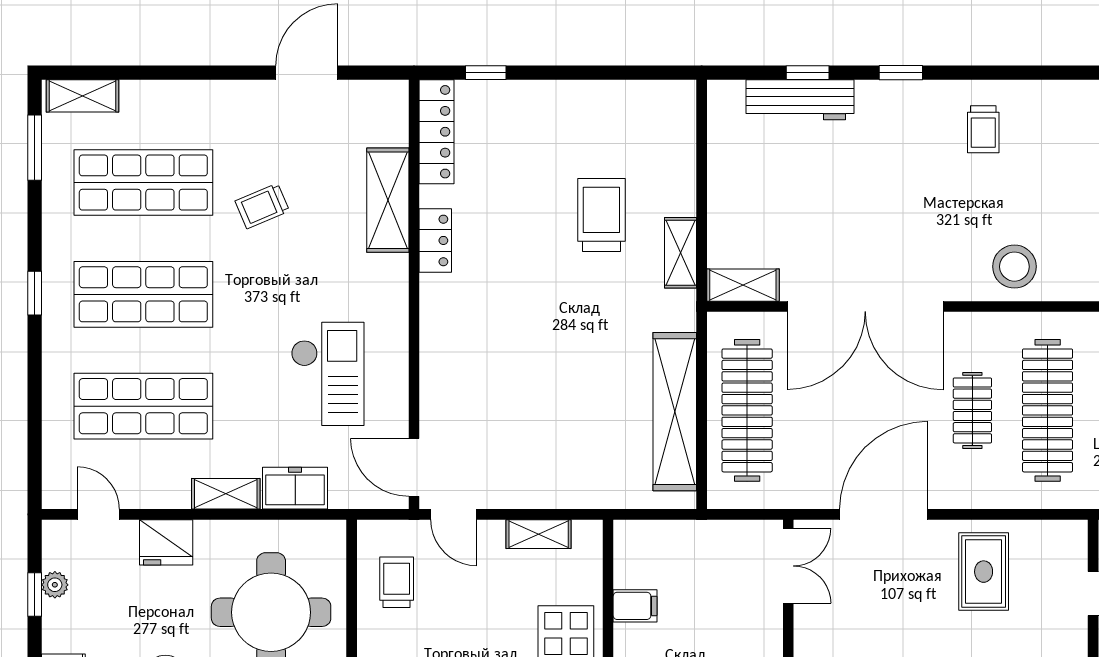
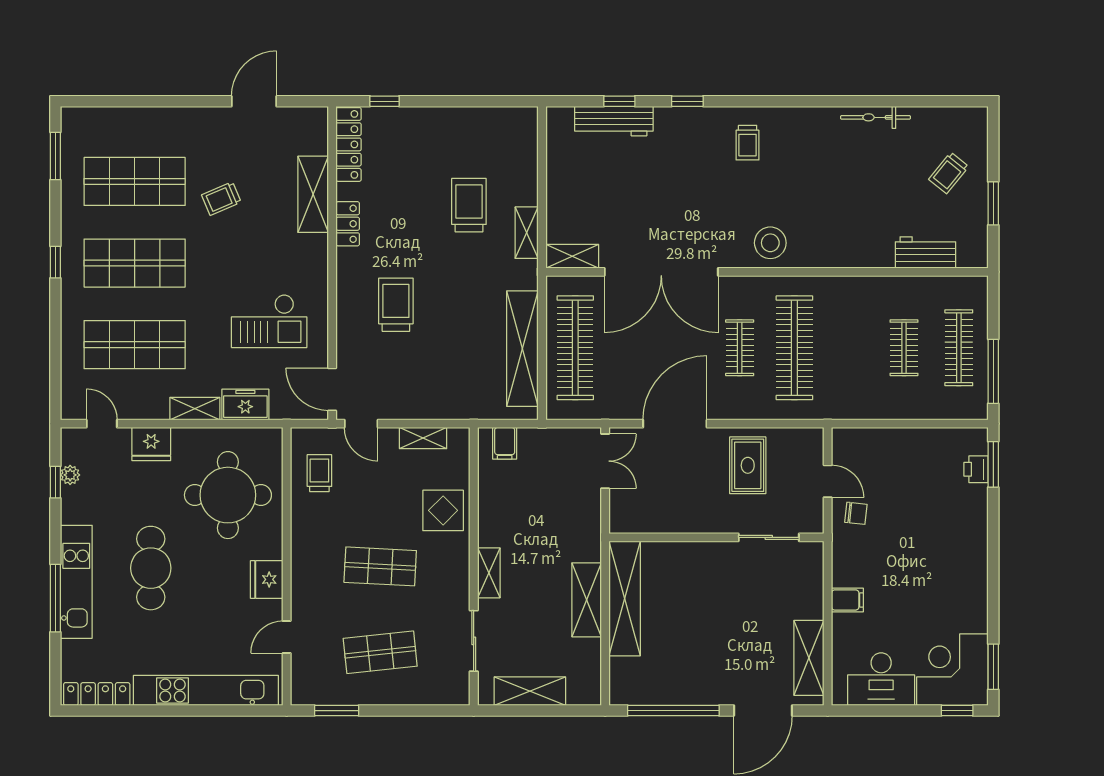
shelving: (83, 96) -> (90, 118), removed
trolley: (501, 351) -> (396, 305), added
checkout: (328, 374) -> (269, 321), turned 90
filing cabinet: (635, 606) -> (505, 443), moved, turned 90

